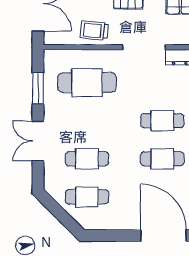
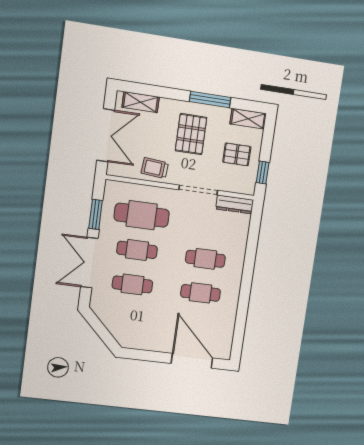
double door: (38, 141) -> (89, 263), width x1.37
cafe table: (87, 197) -> (137, 250), moved

